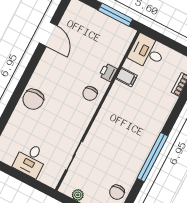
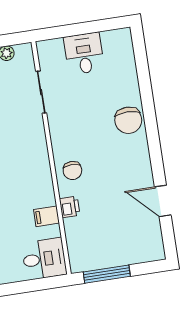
chair: (90, 93) -> (72, 171), turned 180
chair: (33, 99) -> (128, 120), turned 180

